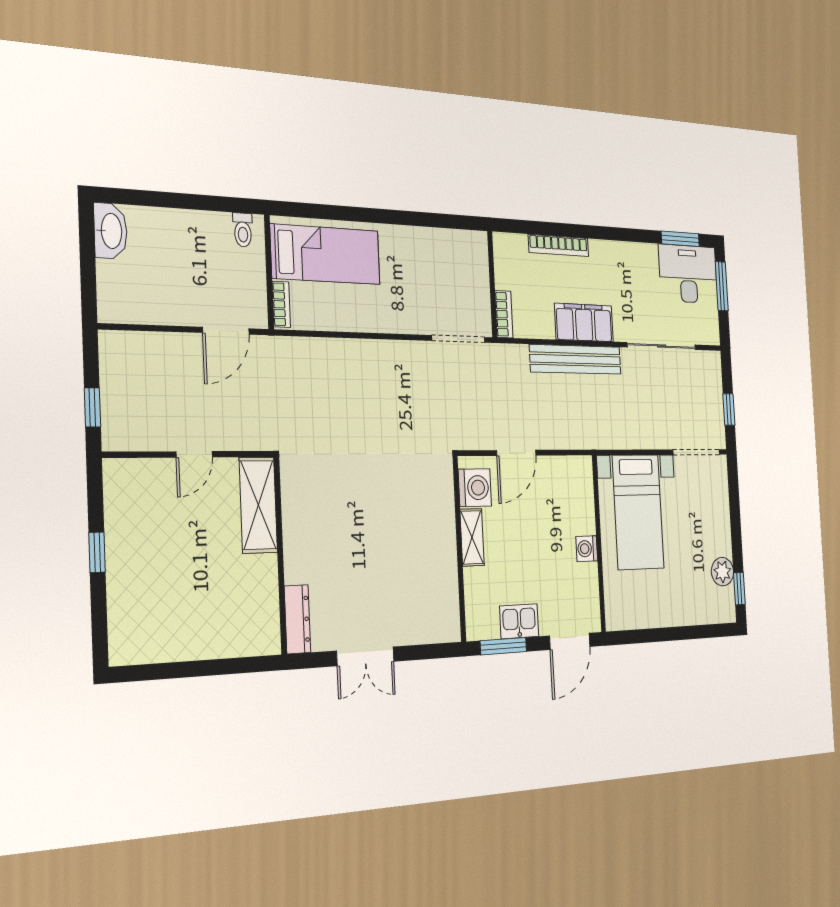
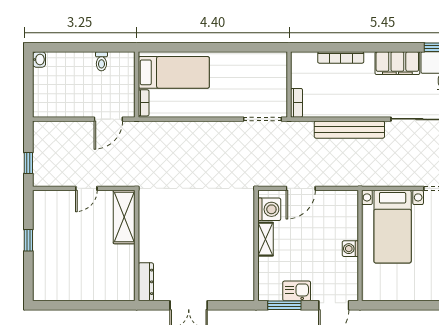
toilet: (243, 230) -> (101, 61), moved
washbasin: (111, 231) -> (39, 59), width x0.52, depth x0.69
filing cabinet: (584, 323) -> (397, 63), moved, turned 180

